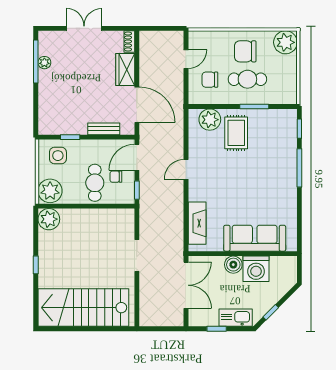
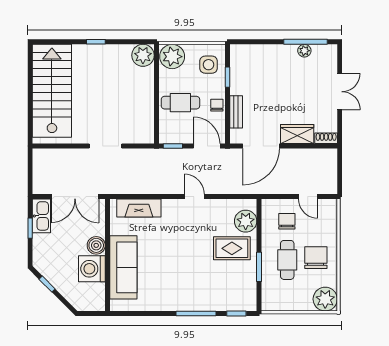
chair: (116, 177) -> (217, 105), moved
kitchen sink: (236, 318) -> (41, 216), moved

